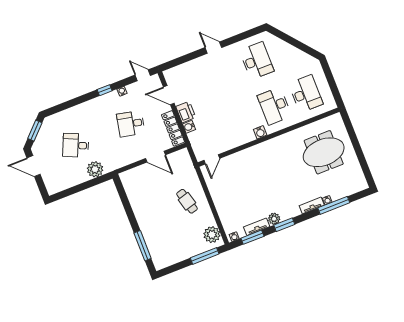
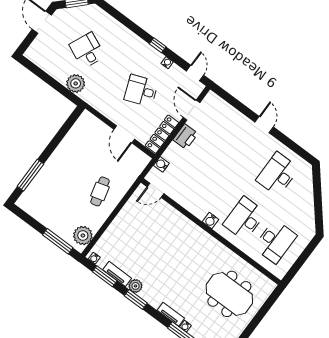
desk: (257, 61) -> (278, 174), turned 180
desk: (131, 124) -> (141, 91), turned -33
water cooler: (189, 127) -> (161, 164), moved

